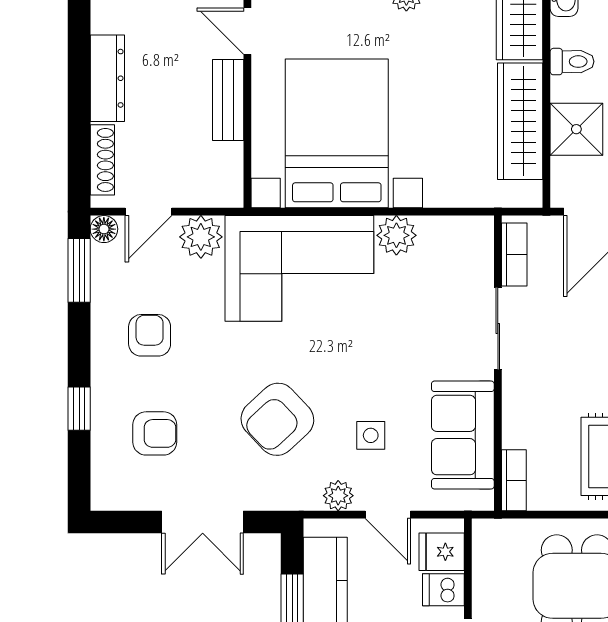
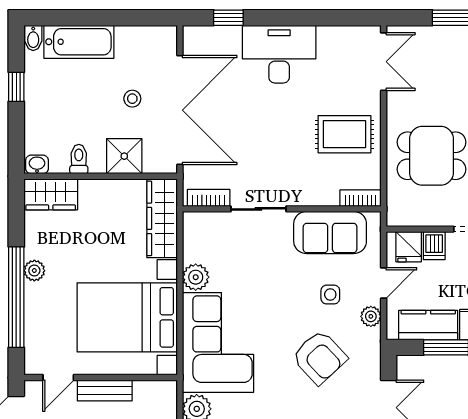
wardrobe: (520, 121) -> (162, 218), moved, turned 90

